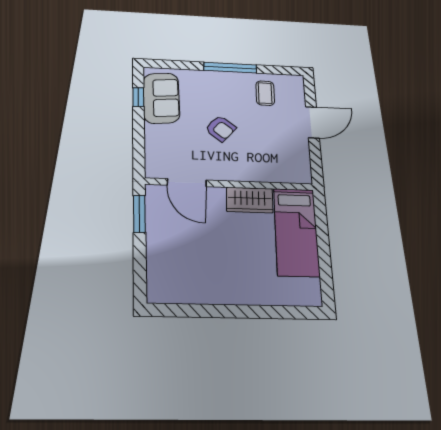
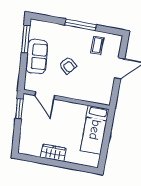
window: (138, 97) -> (26, 39), width x2.17
sofa: (161, 98) -> (37, 56), moved
wardrobe: (250, 200) -> (53, 153), moved, turned 180

